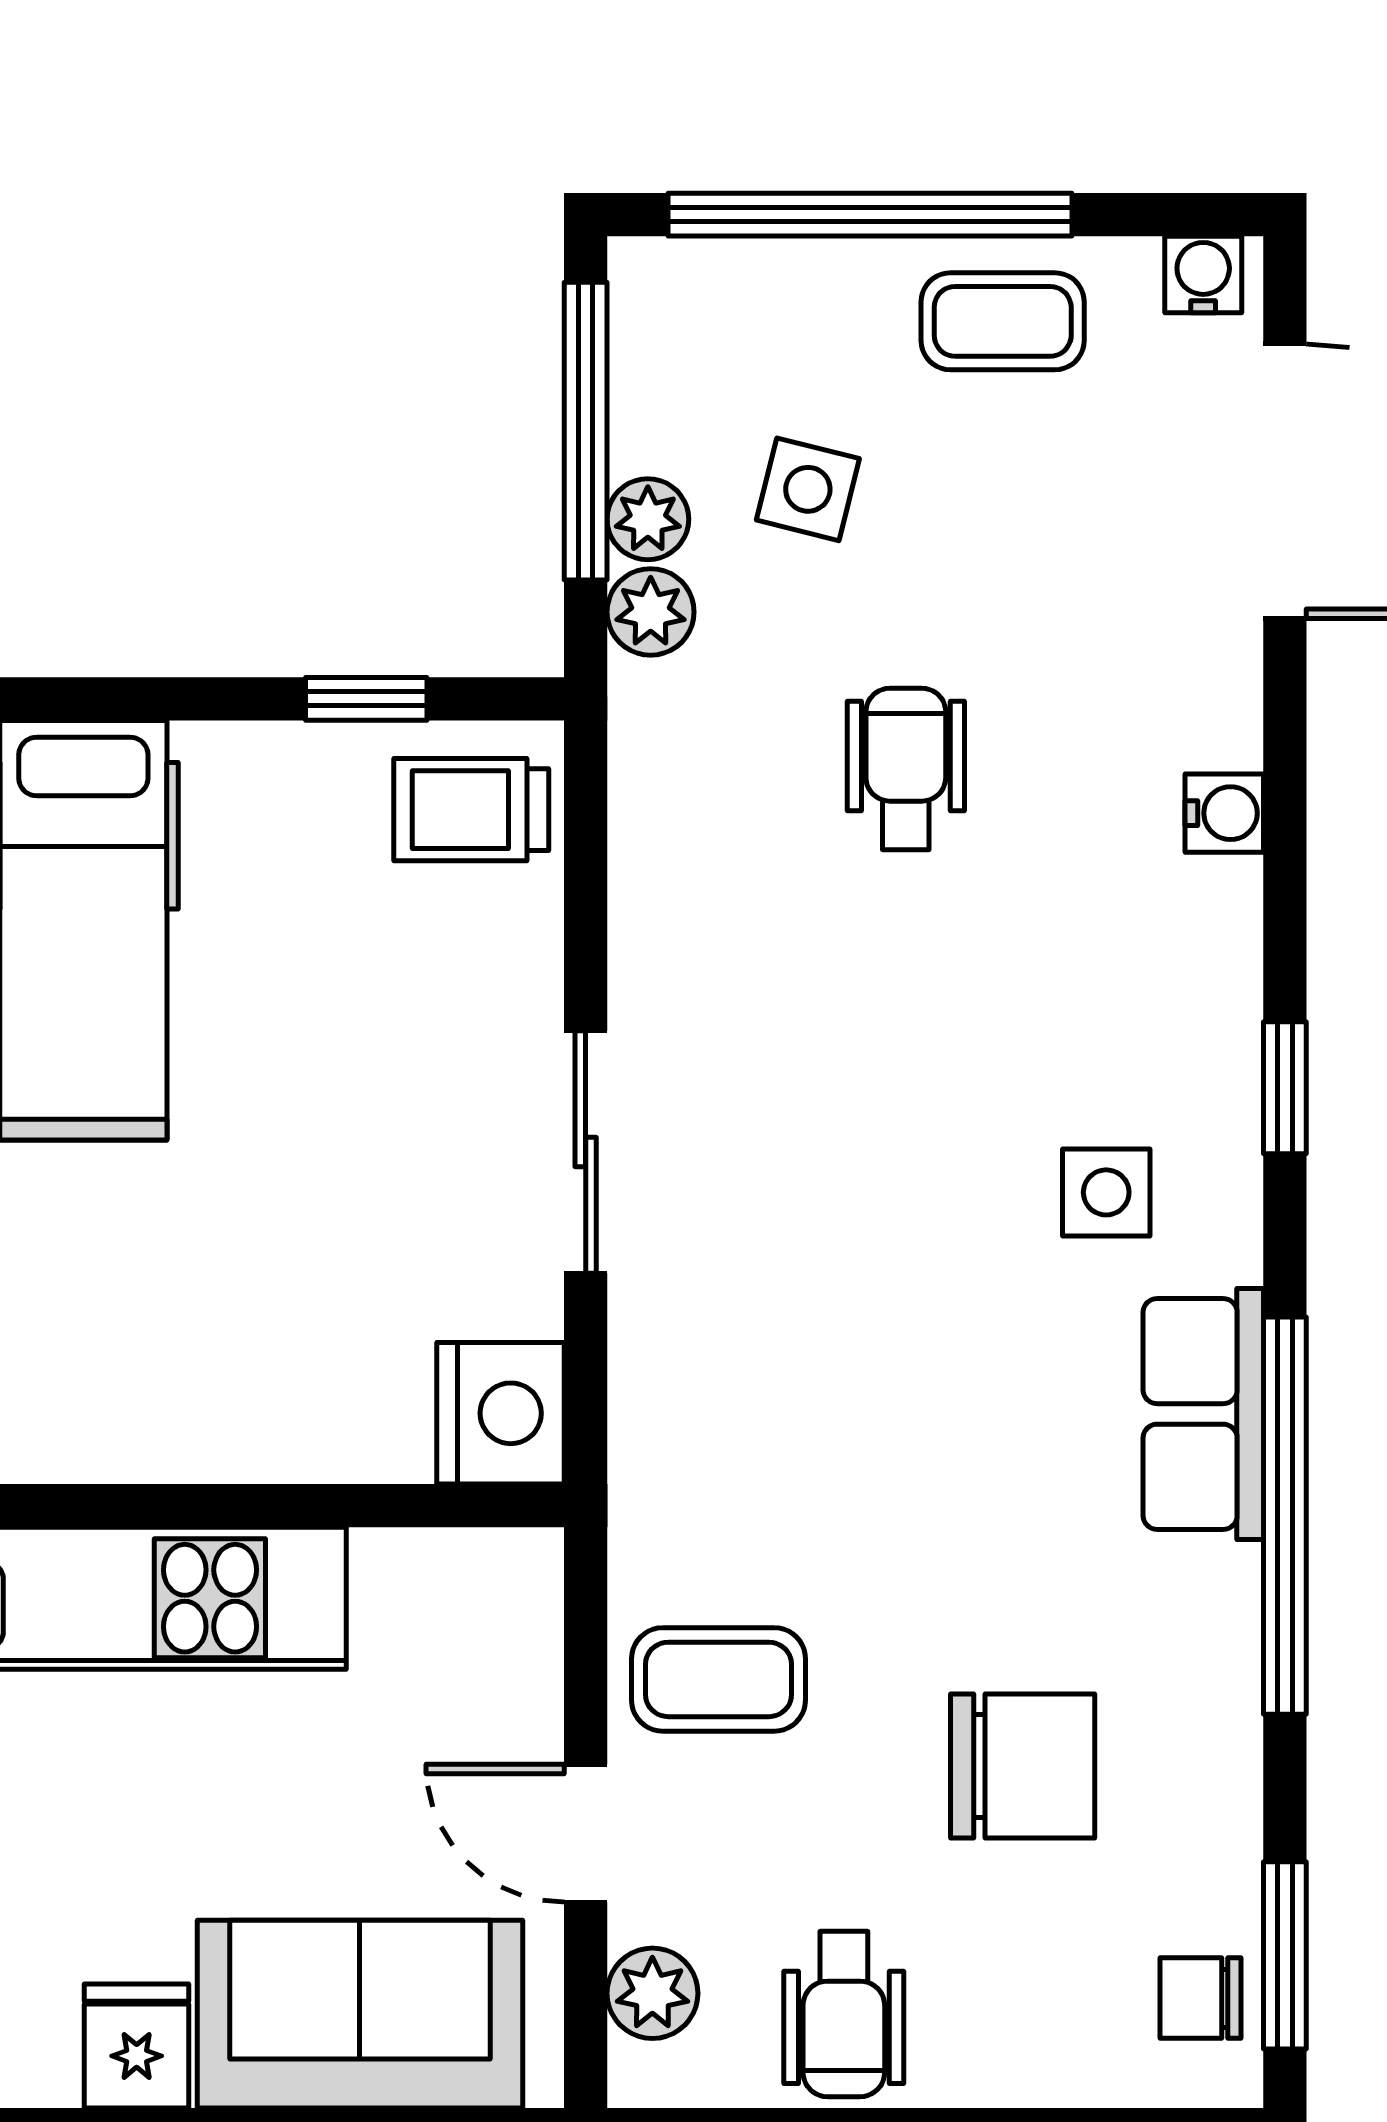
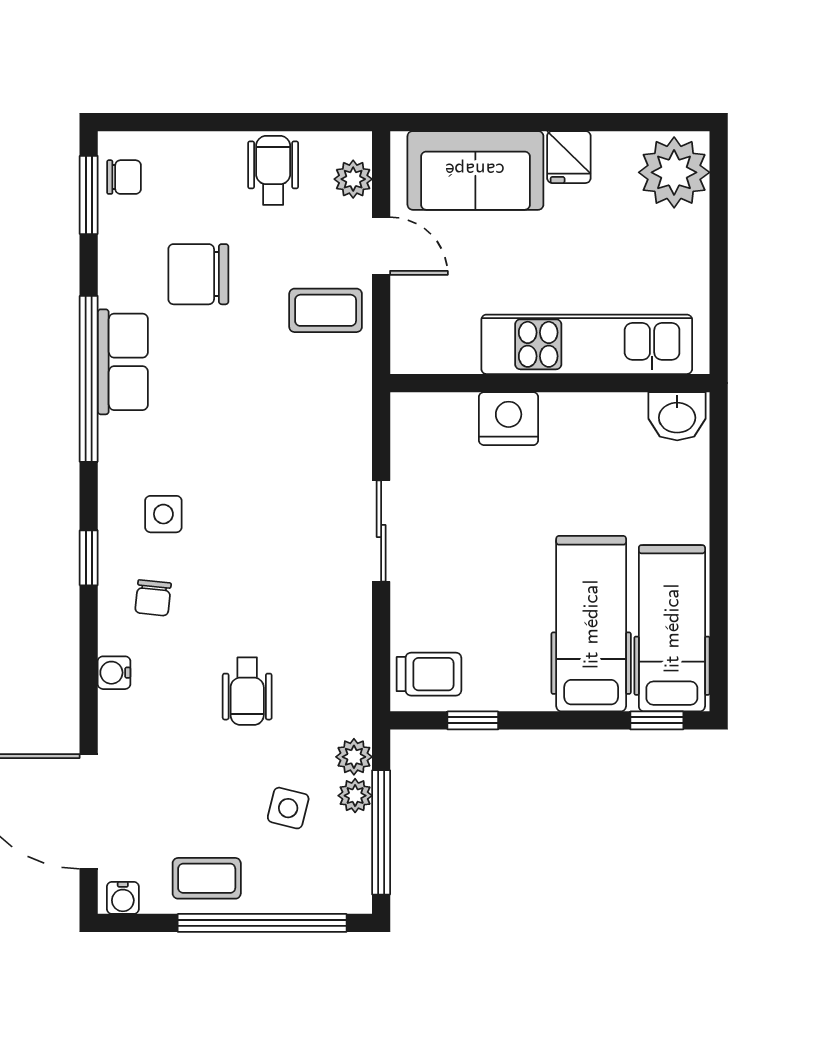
chair: (1131, 992) -> (153, 598), added
nightstand: (501, 1413) -> (509, 419), moved, turned 90
row of seats: (1203, 1414) -> (123, 362), moved

